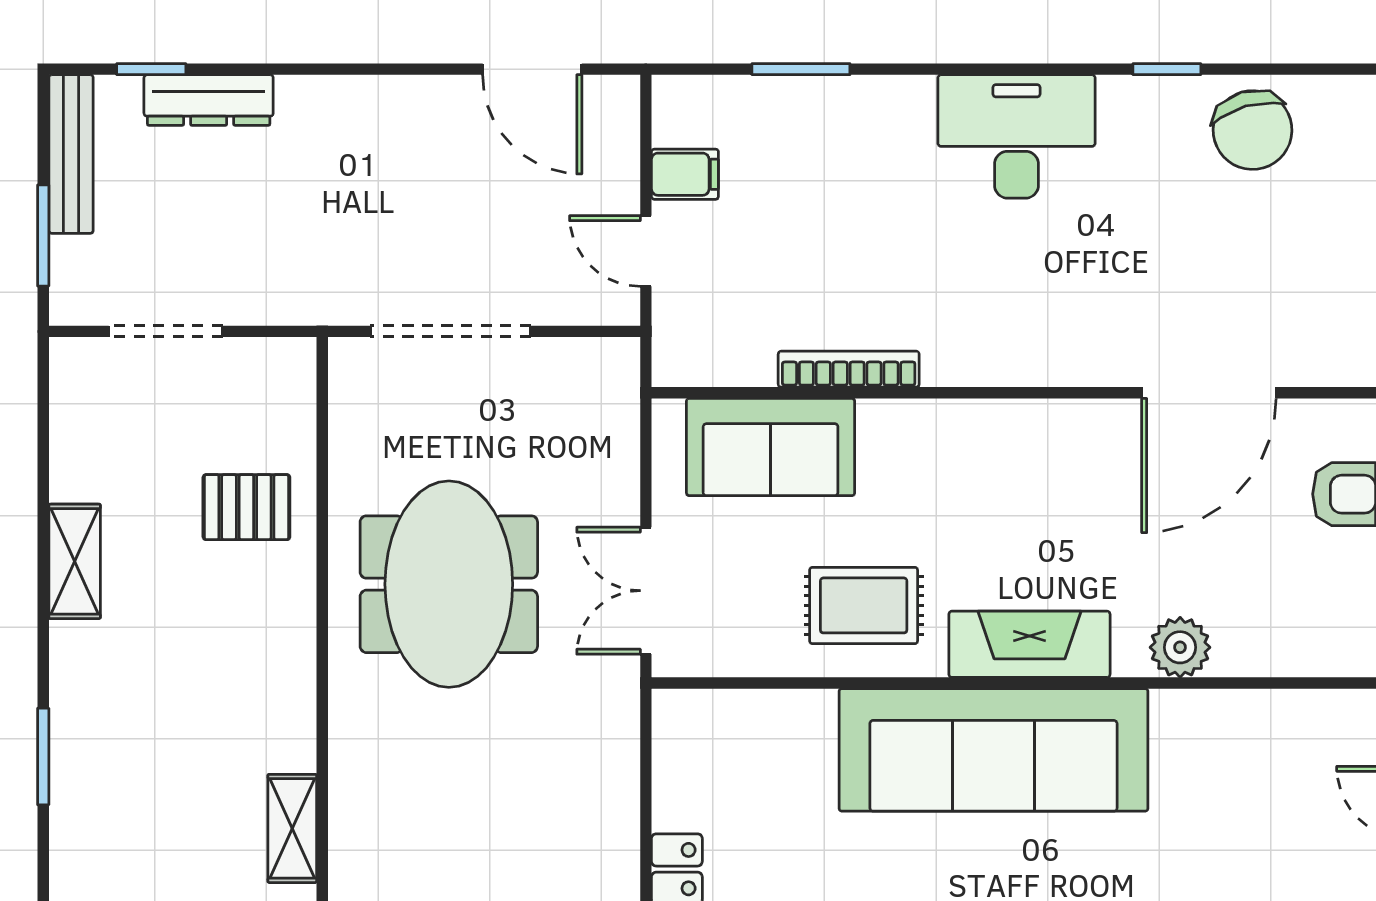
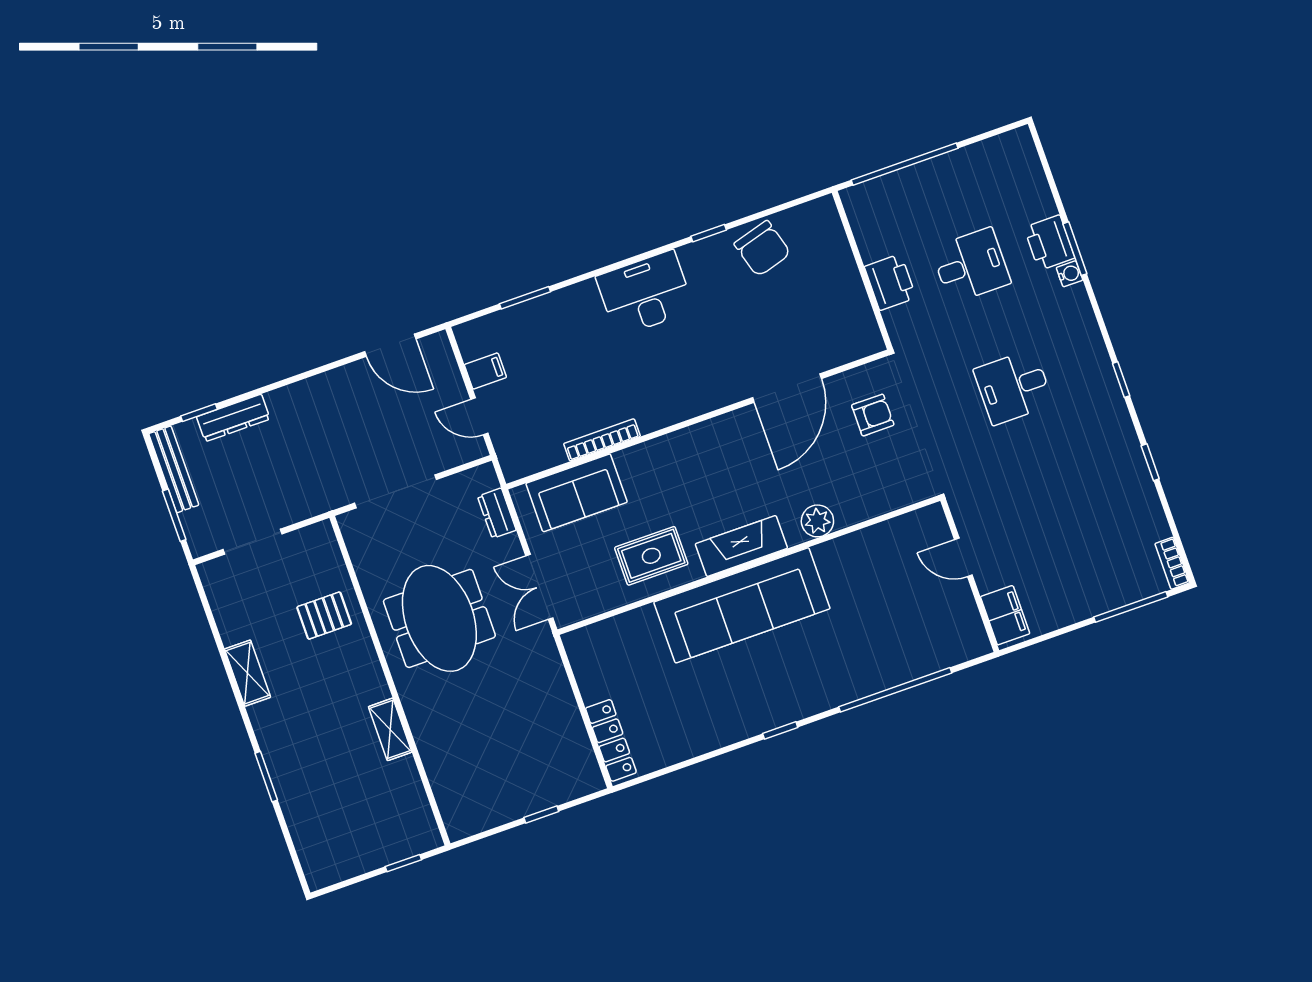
dresser: (616, 433) -> (497, 513), added
shelving: (292, 828) -> (390, 729), moved

